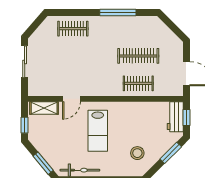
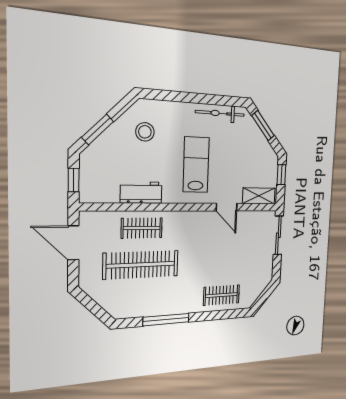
clothes rail: (138, 56) -> (141, 265), width x1.37, depth x1.31
sliding door: (25, 62) -> (278, 235), moved
door: (71, 99) -> (227, 207), swing flipped
workbench: (175, 117) -> (141, 193), moved, turned -90

